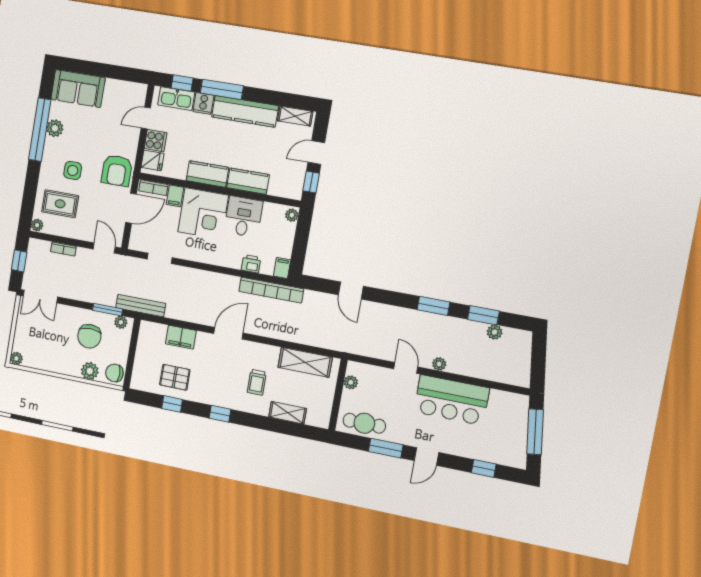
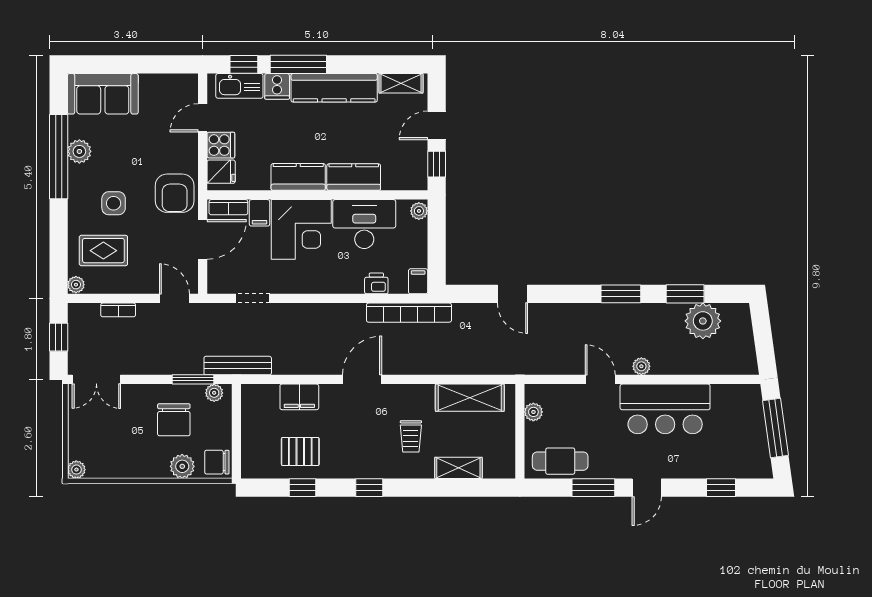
desk: (243, 217) -> (364, 224), width x1.37
plant: (495, 332) -> (703, 321), width x1.87, depth x1.87

